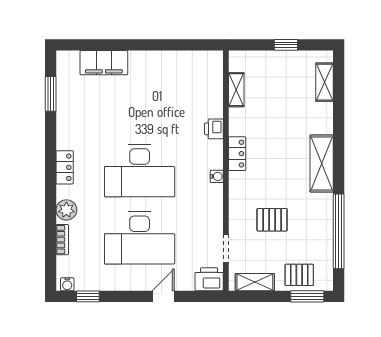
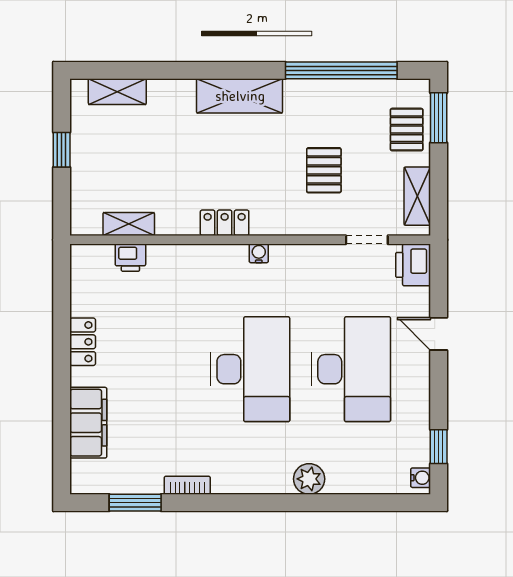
printer: (214, 129) -> (130, 258), moved
locker: (65, 167) -> (83, 342), moved, turned 90
bookcase: (62, 240) -> (187, 485), moved

